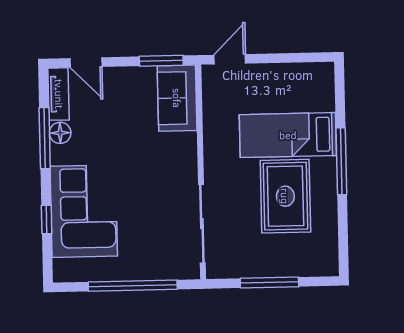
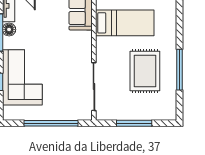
bed: (288, 135) -> (125, 23), moved, turned 180
window: (341, 161) -> (179, 70), moved

